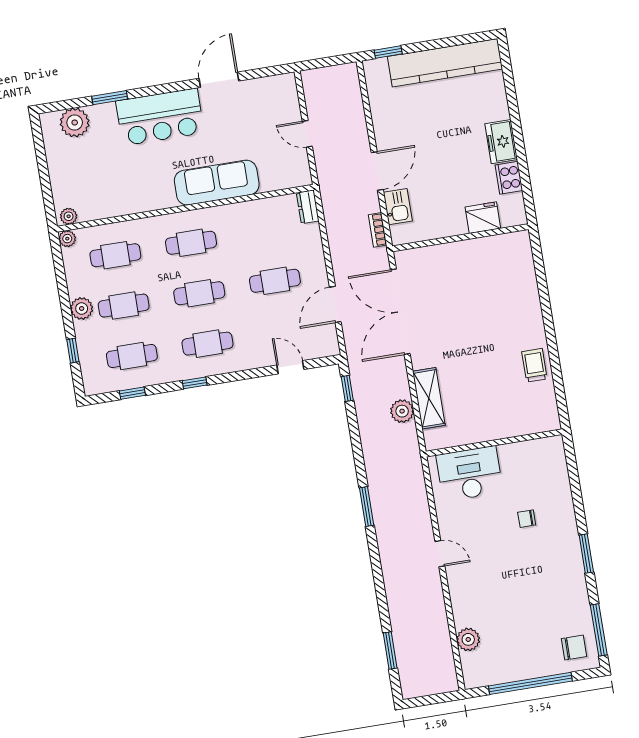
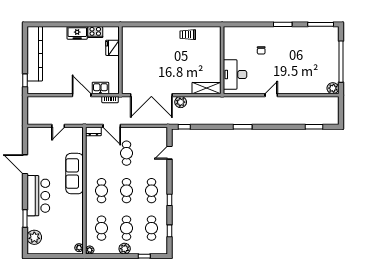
door: (335, 304) -> (112, 126), moved
shelving: (429, 398) -> (206, 88), moved
plant: (402, 411) -> (181, 102), moved
plant: (468, 639) -> (333, 88), moved
chair: (574, 648) -> (327, 38), removed

